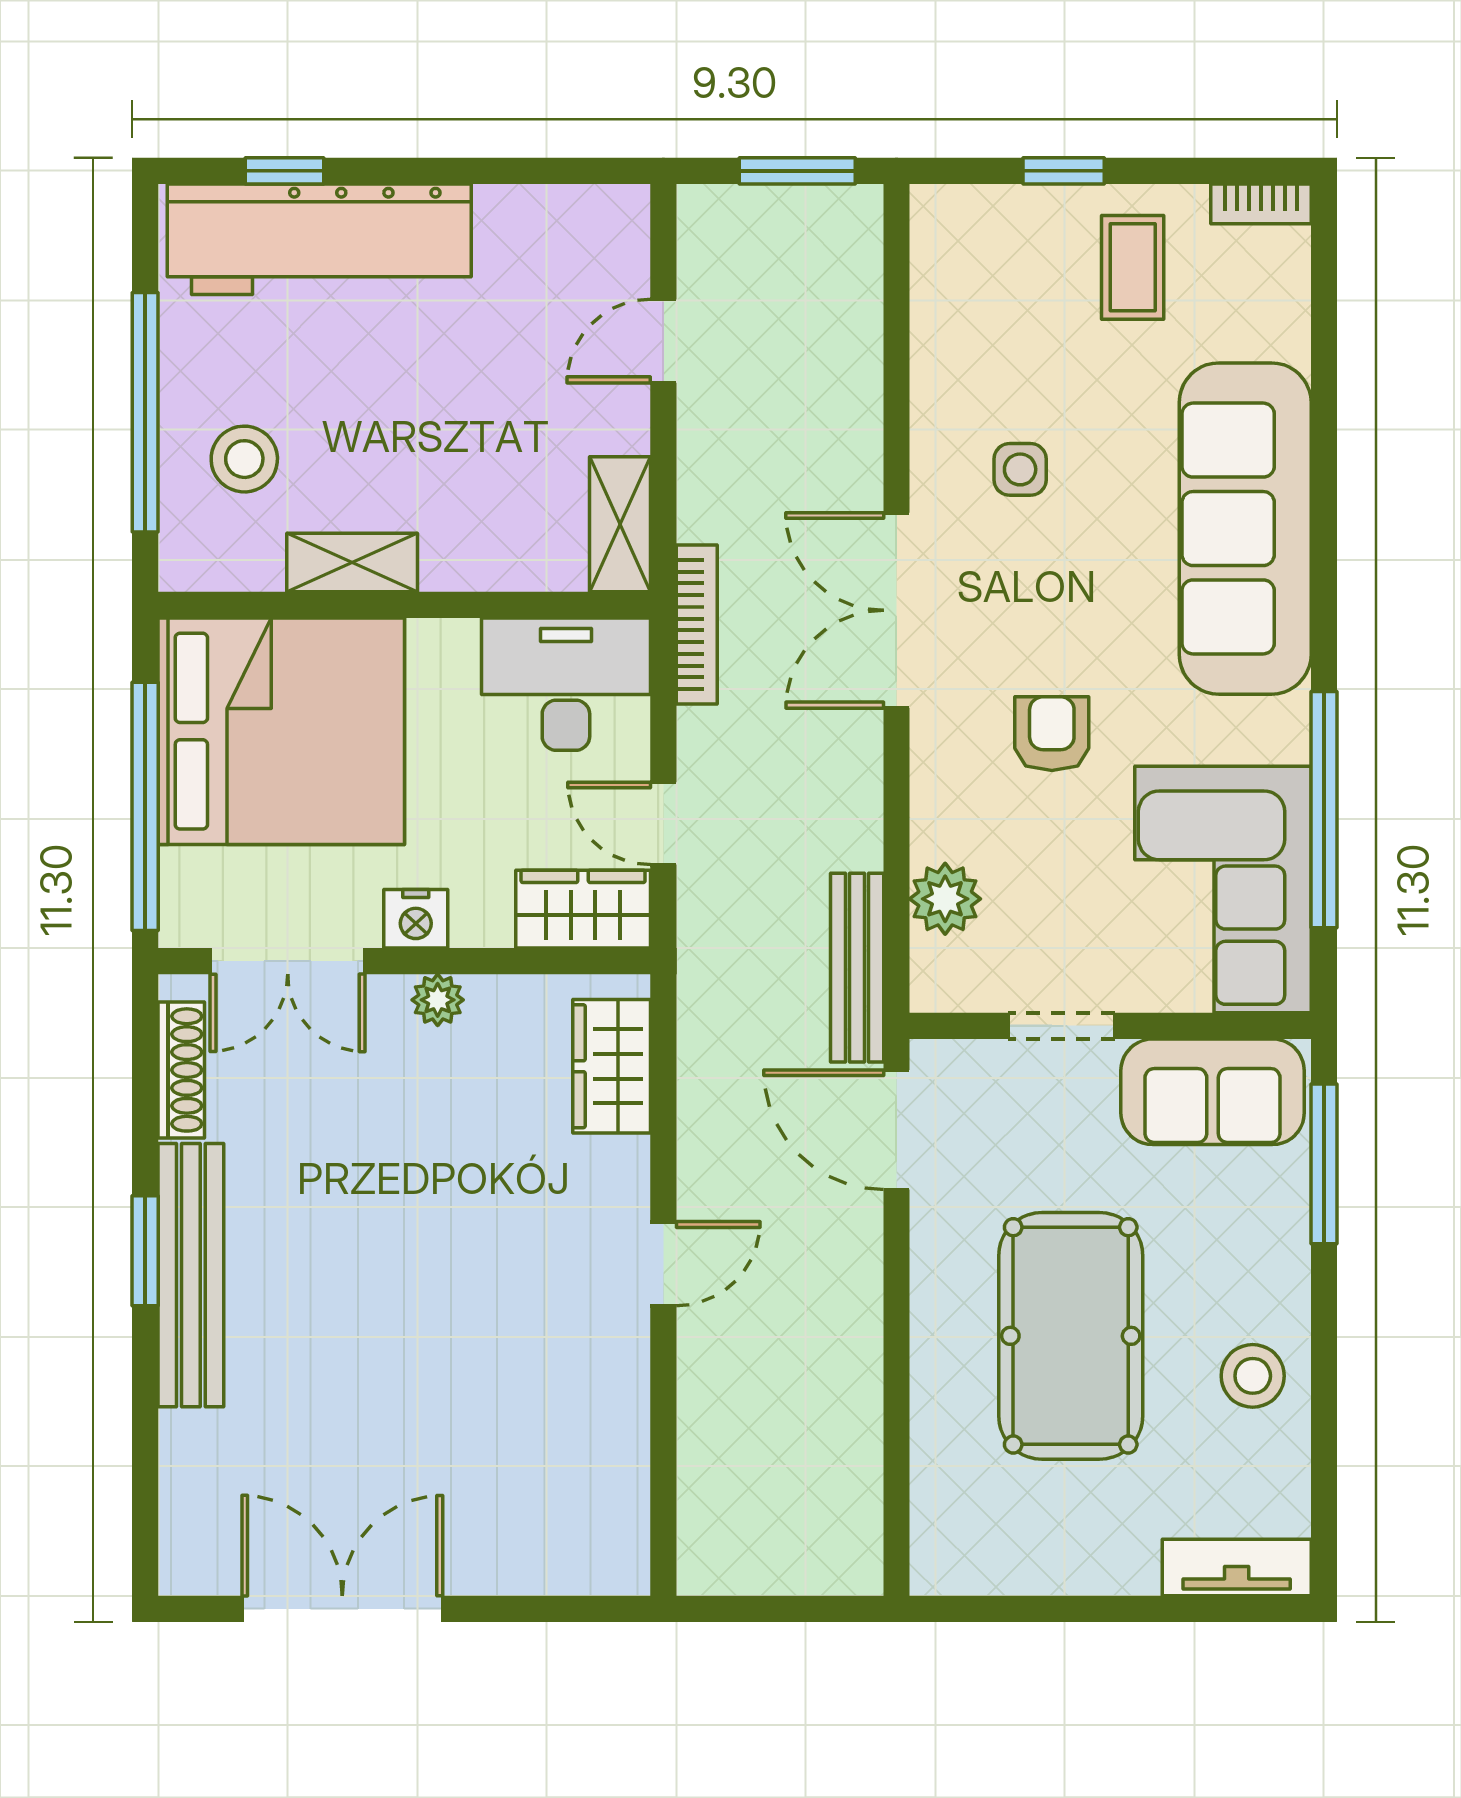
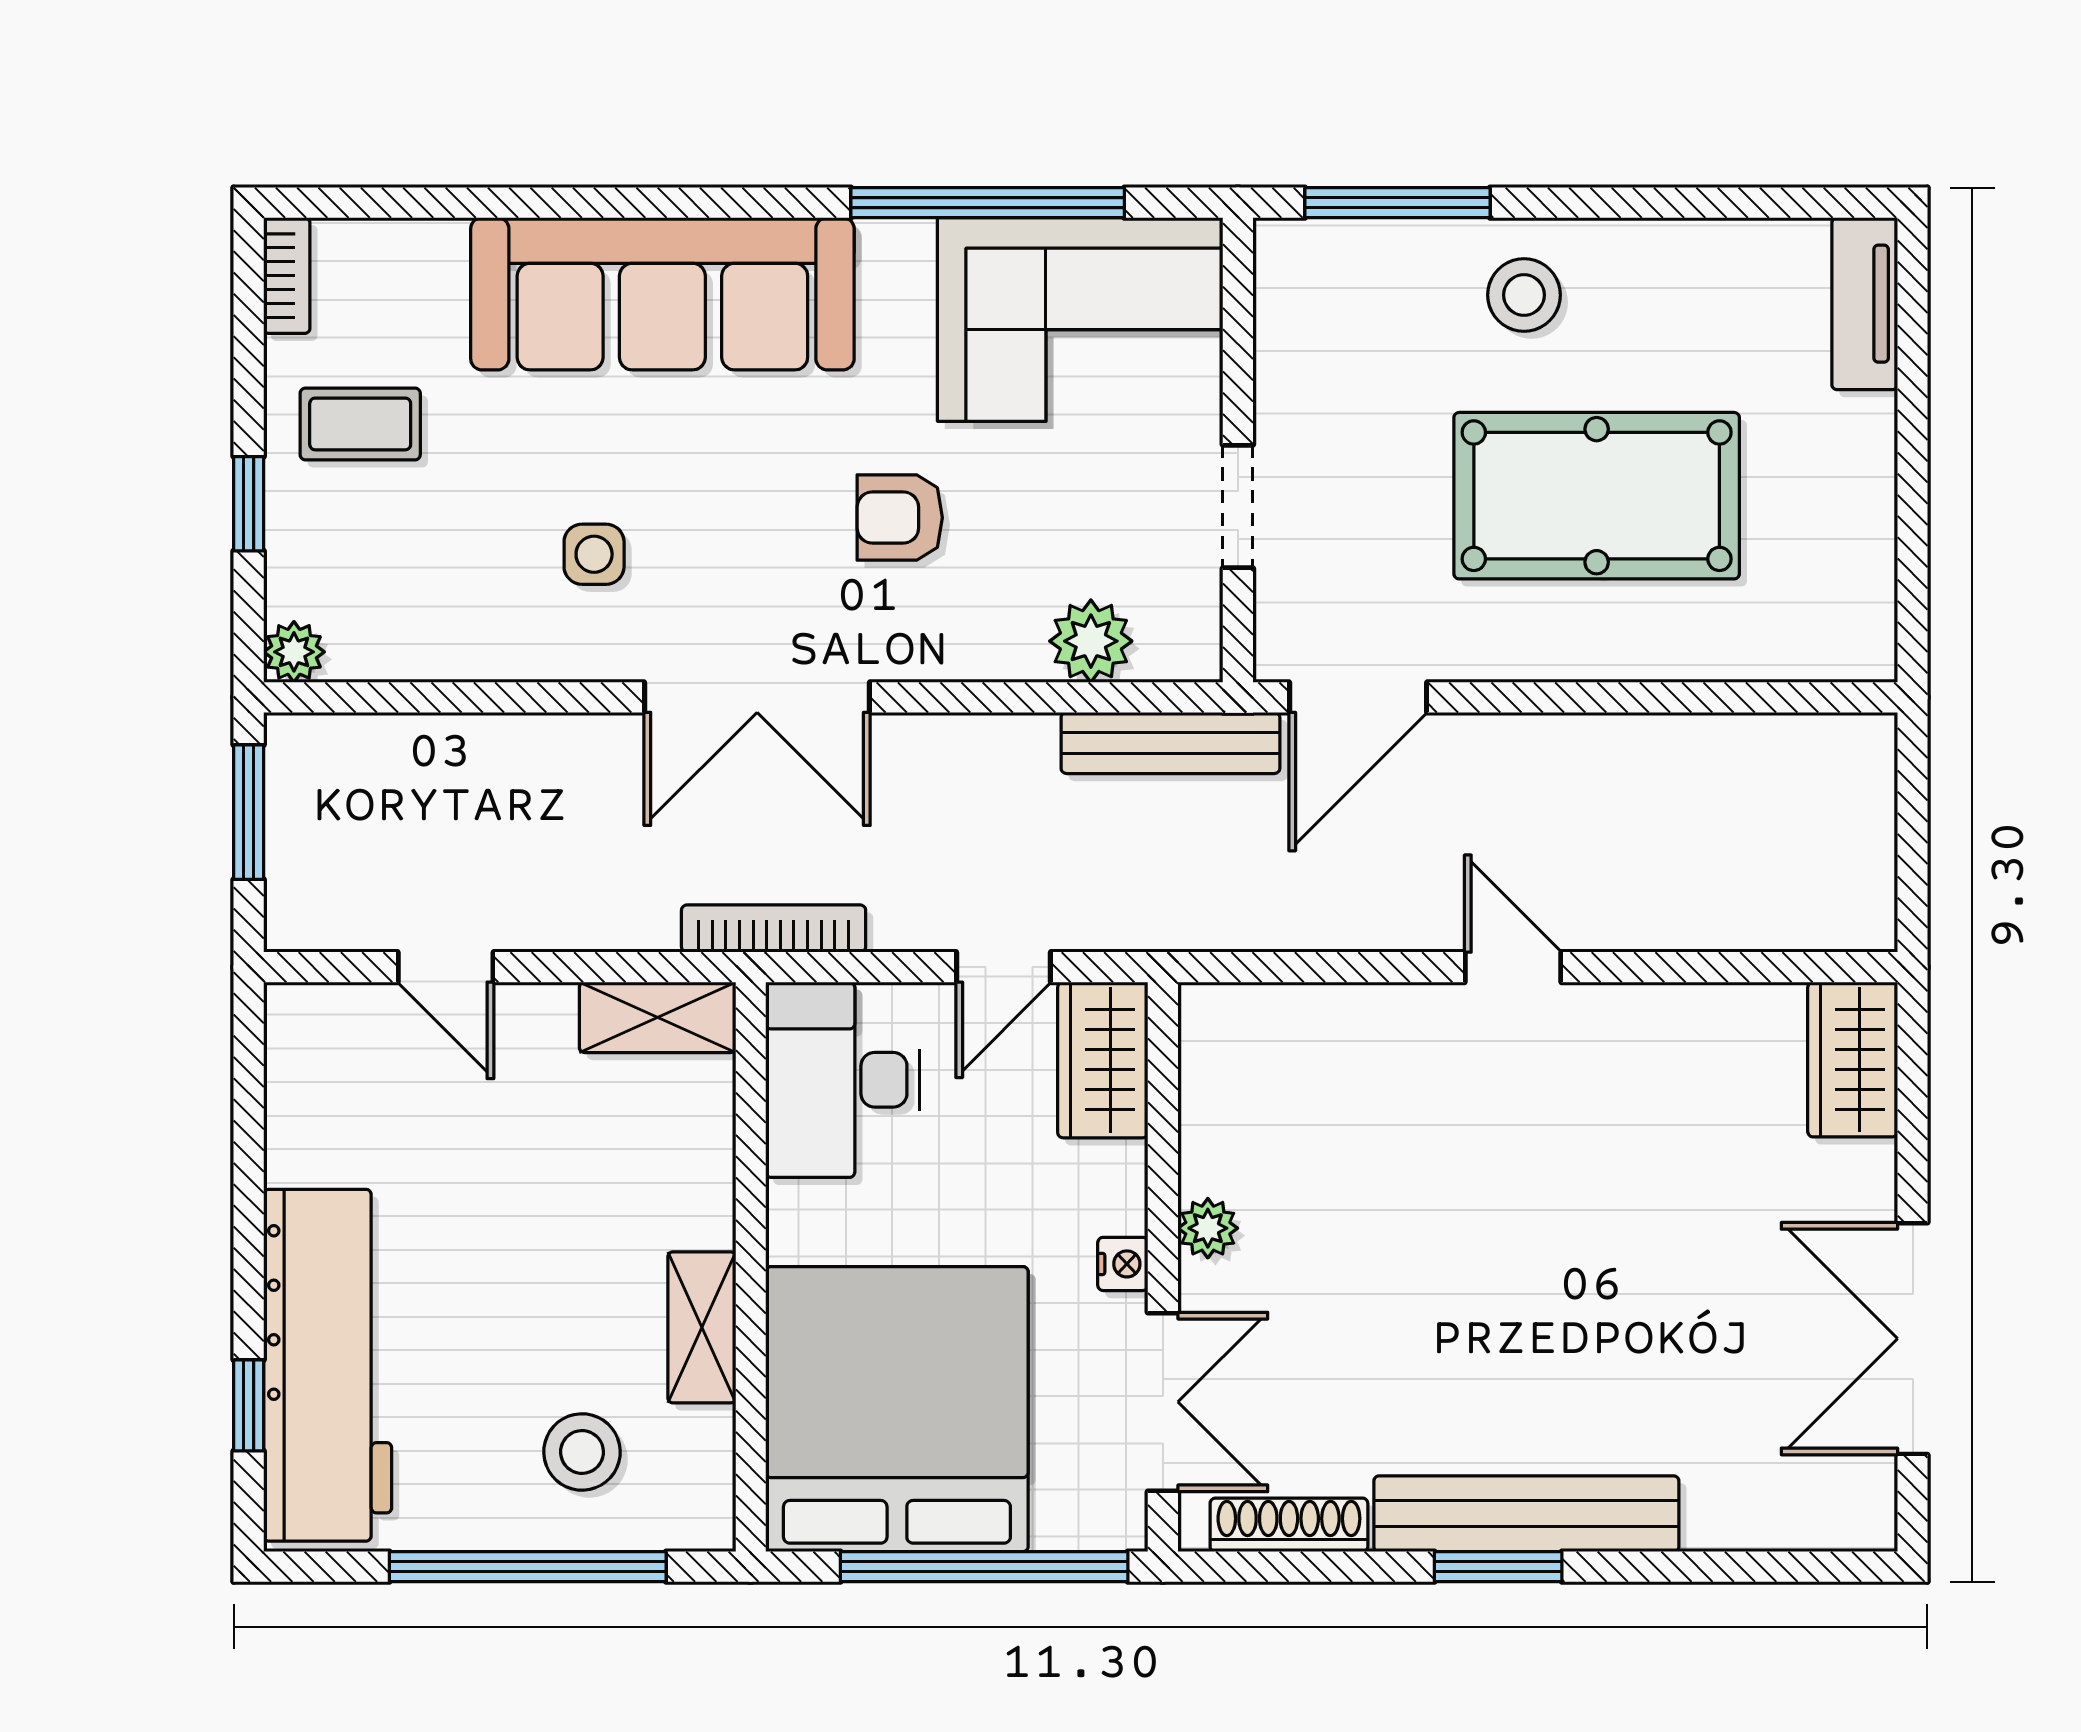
plant: (936, 210) -> (294, 652), added
nightstand: (416, 919) -> (1123, 1264), width x0.72, depth x0.74
wardrobe: (612, 1066) -> (1853, 1060), moved, turned 90
sofa: (1213, 1092) -> (1314, 332), removed
stool: (1253, 1376) -> (1524, 295), moved

